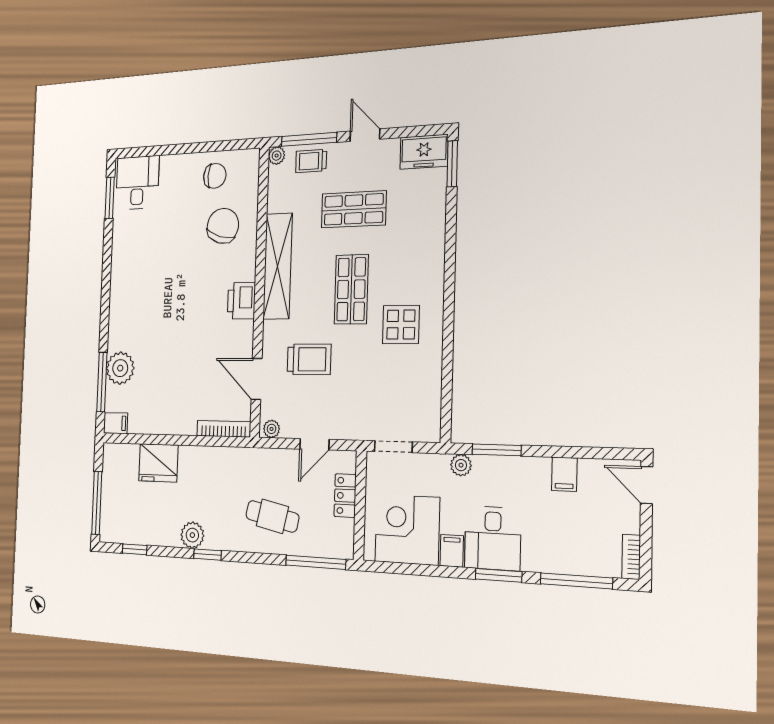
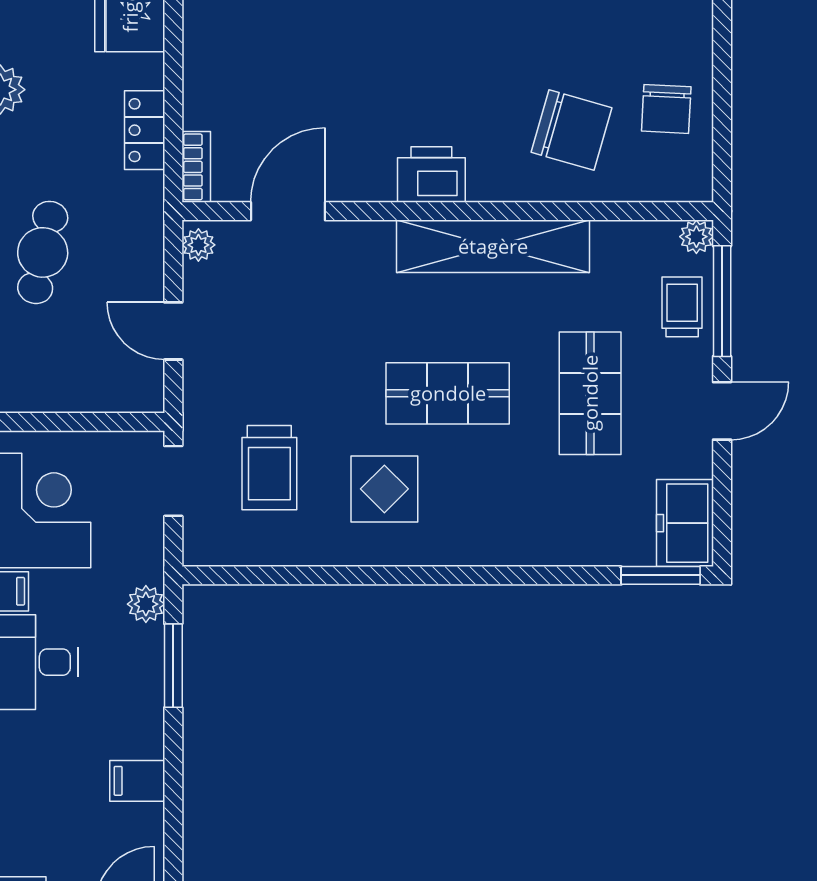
trolley: (309, 359) -> (269, 468), moved
bookcase: (224, 429) -> (196, 167), width x0.64
locker: (345, 496) -> (145, 130), moved, turned -90

